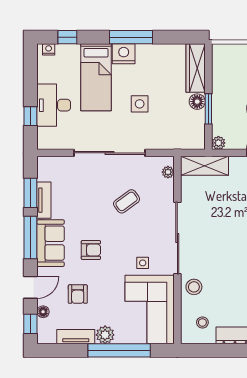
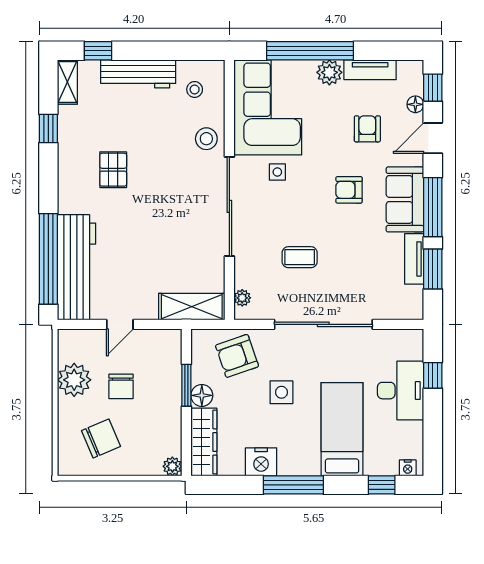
nightstand: (124, 54) -> (261, 462), moved
armchair: (172, 130) -> (237, 356), added
plant: (218, 143) -> (172, 466), moved
coffee table: (127, 201) -> (300, 257), turned 36

